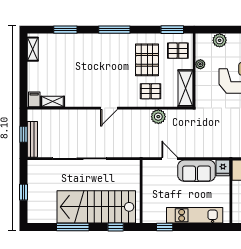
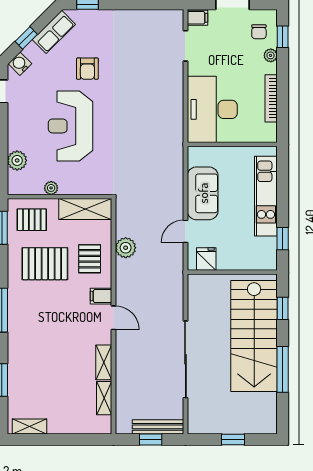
pallet: (178, 51) -> (32, 220), turned 90
filing cabinet: (34, 99) -> (101, 296), moved
shelving: (78, 101) -> (104, 362), added
fridge: (223, 168) -> (206, 259), moved, turned -90

